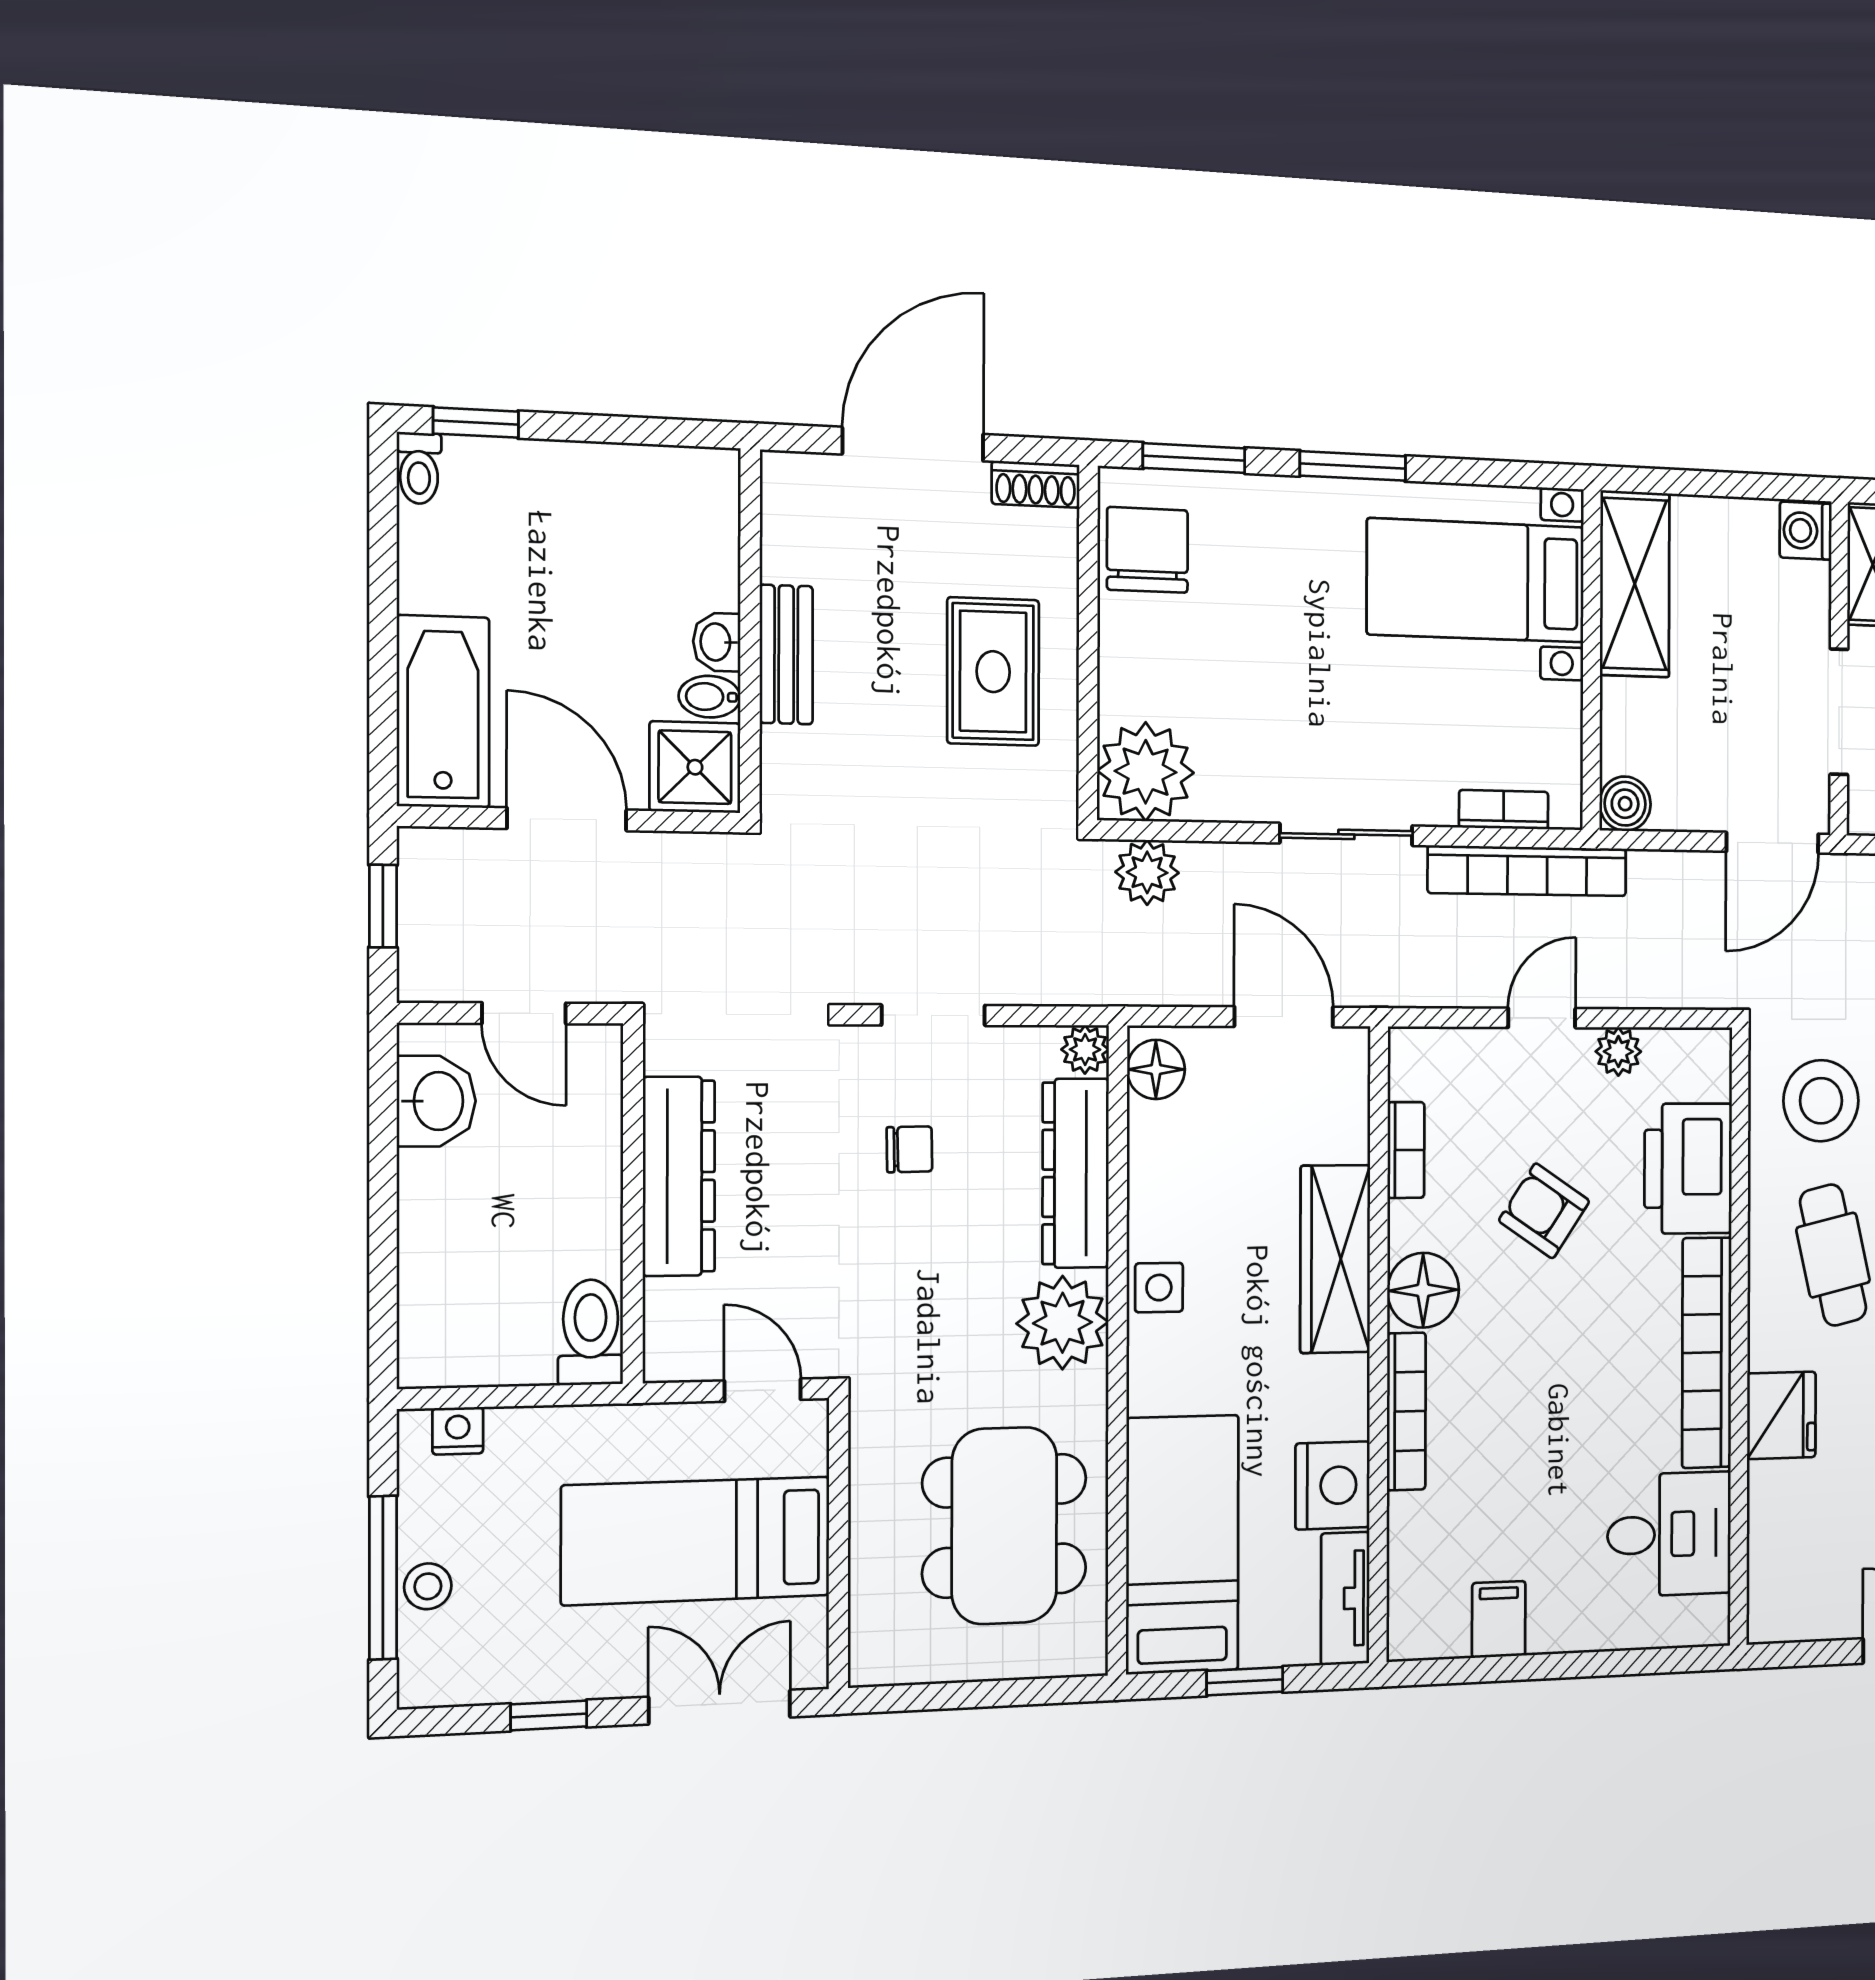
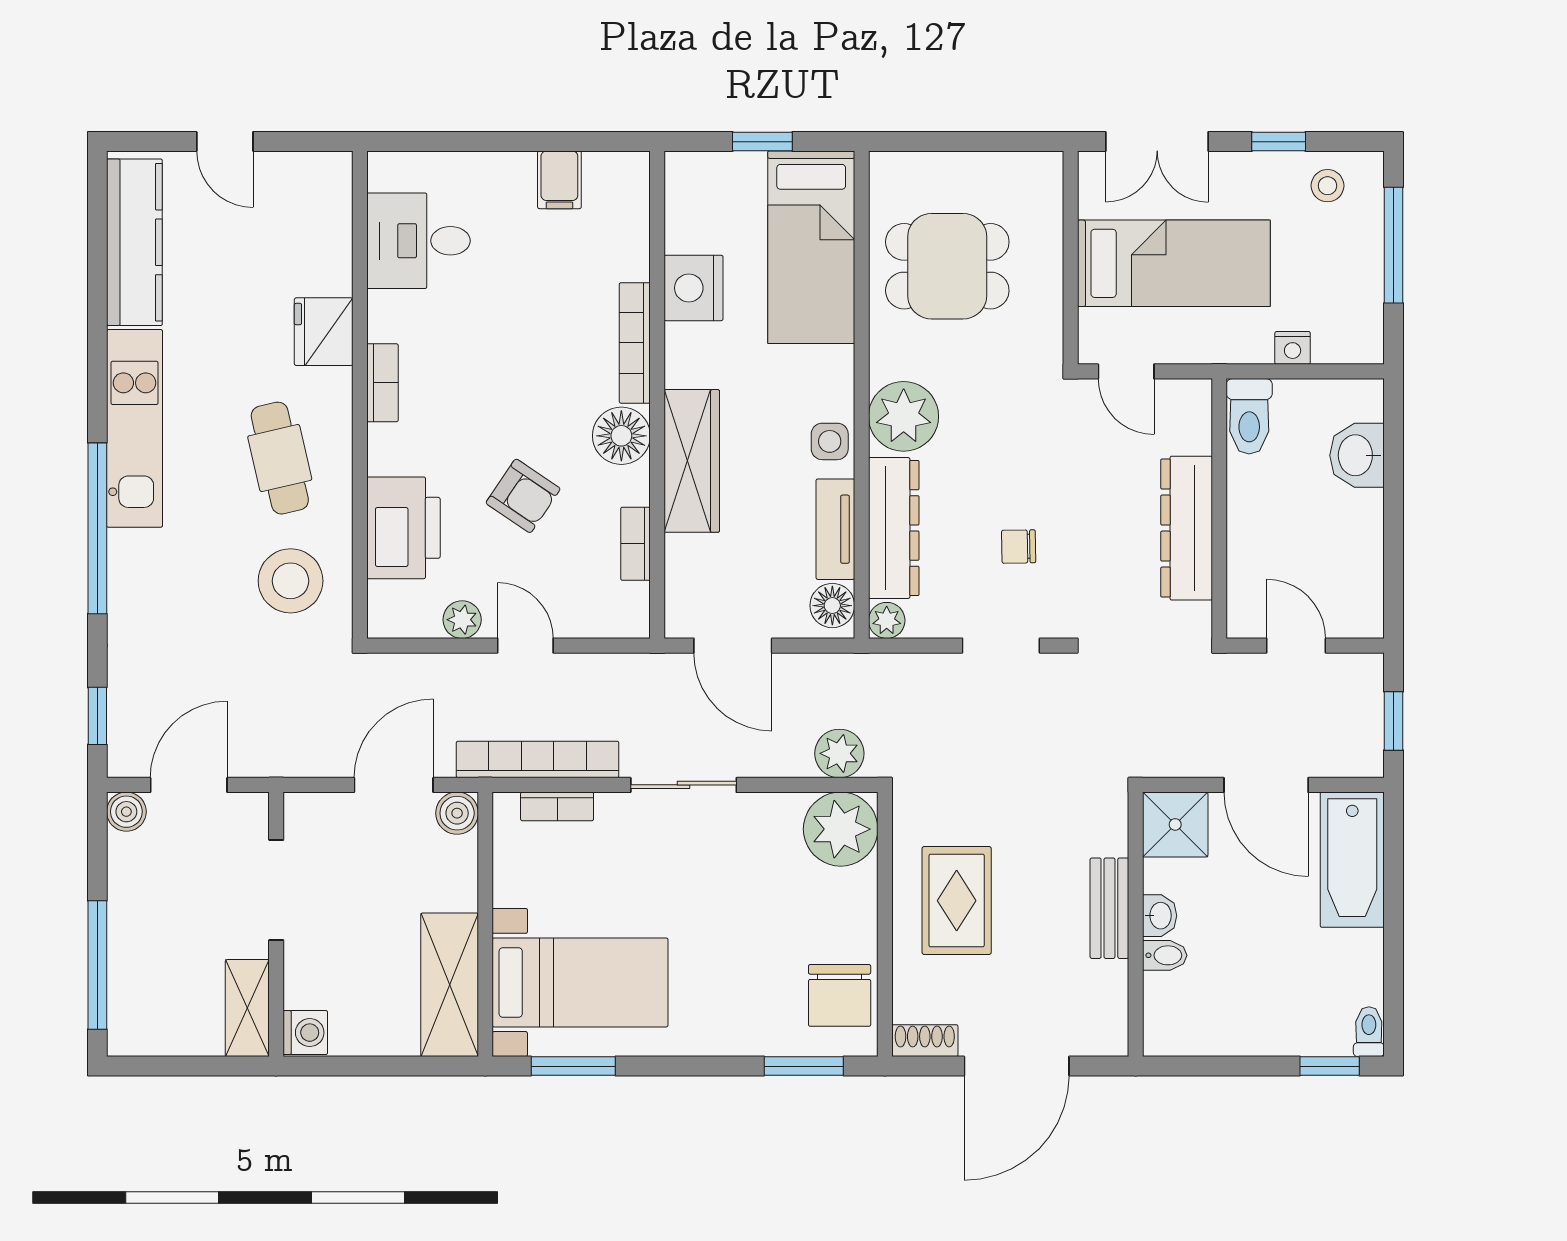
window: (1353, 466) -> (573, 1066), moved
bidet: (710, 697) -> (1165, 955), moved
door: (1773, 843) -> (394, 785), moved
door: (1542, 1018) -> (525, 646), swing flipped
washbasin: (436, 1101) -> (1357, 455), moved
bookcase: (1707, 1353) -> (382, 383), width x0.43, depth x0.76
nightstand: (458, 1431) -> (1293, 348), moved
dining table: (1004, 1526) -> (947, 266), width x0.73
stool: (428, 1586) -> (1328, 186), moved
tv unit: (1345, 1598) -> (835, 529), moved, turned 180

